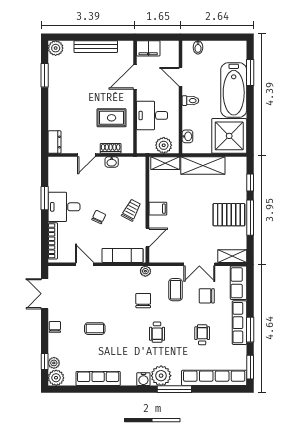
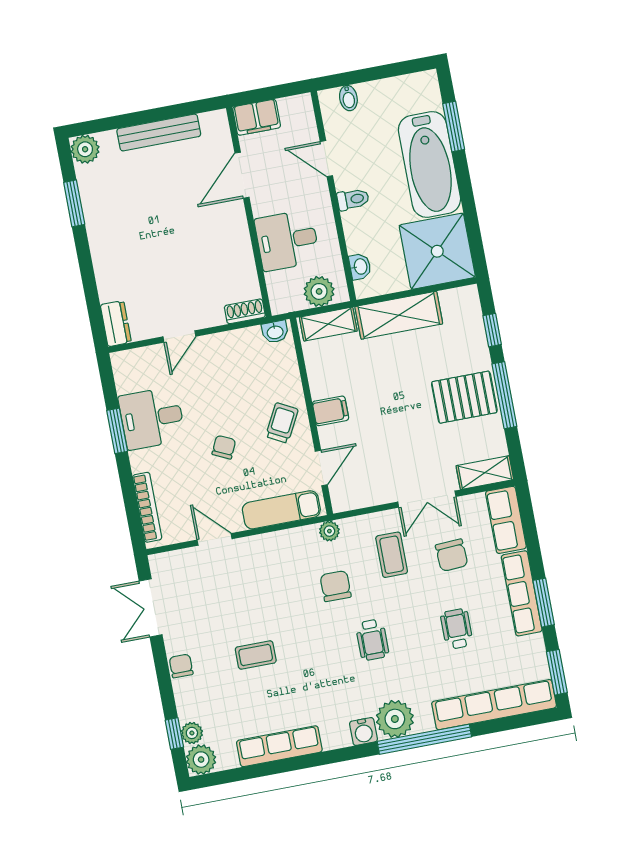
rug: (112, 118) -> (213, 259), removed
shoe rack: (111, 148) -> (245, 311), moved
washbasin: (112, 162) -> (275, 332), moved
desk: (64, 207) -> (152, 418), moved
chair: (207, 296) -> (452, 555), turned -93
window: (174, 389) -> (424, 739), width x1.46

